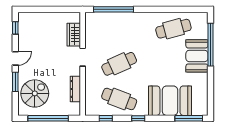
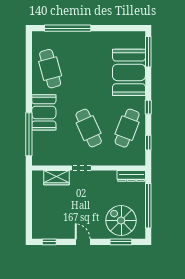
booth: (197, 56) -> (44, 112), moved, turned 90
window: (15, 82) -> (121, 242), moved
dresser: (75, 89) -> (131, 176), moved

